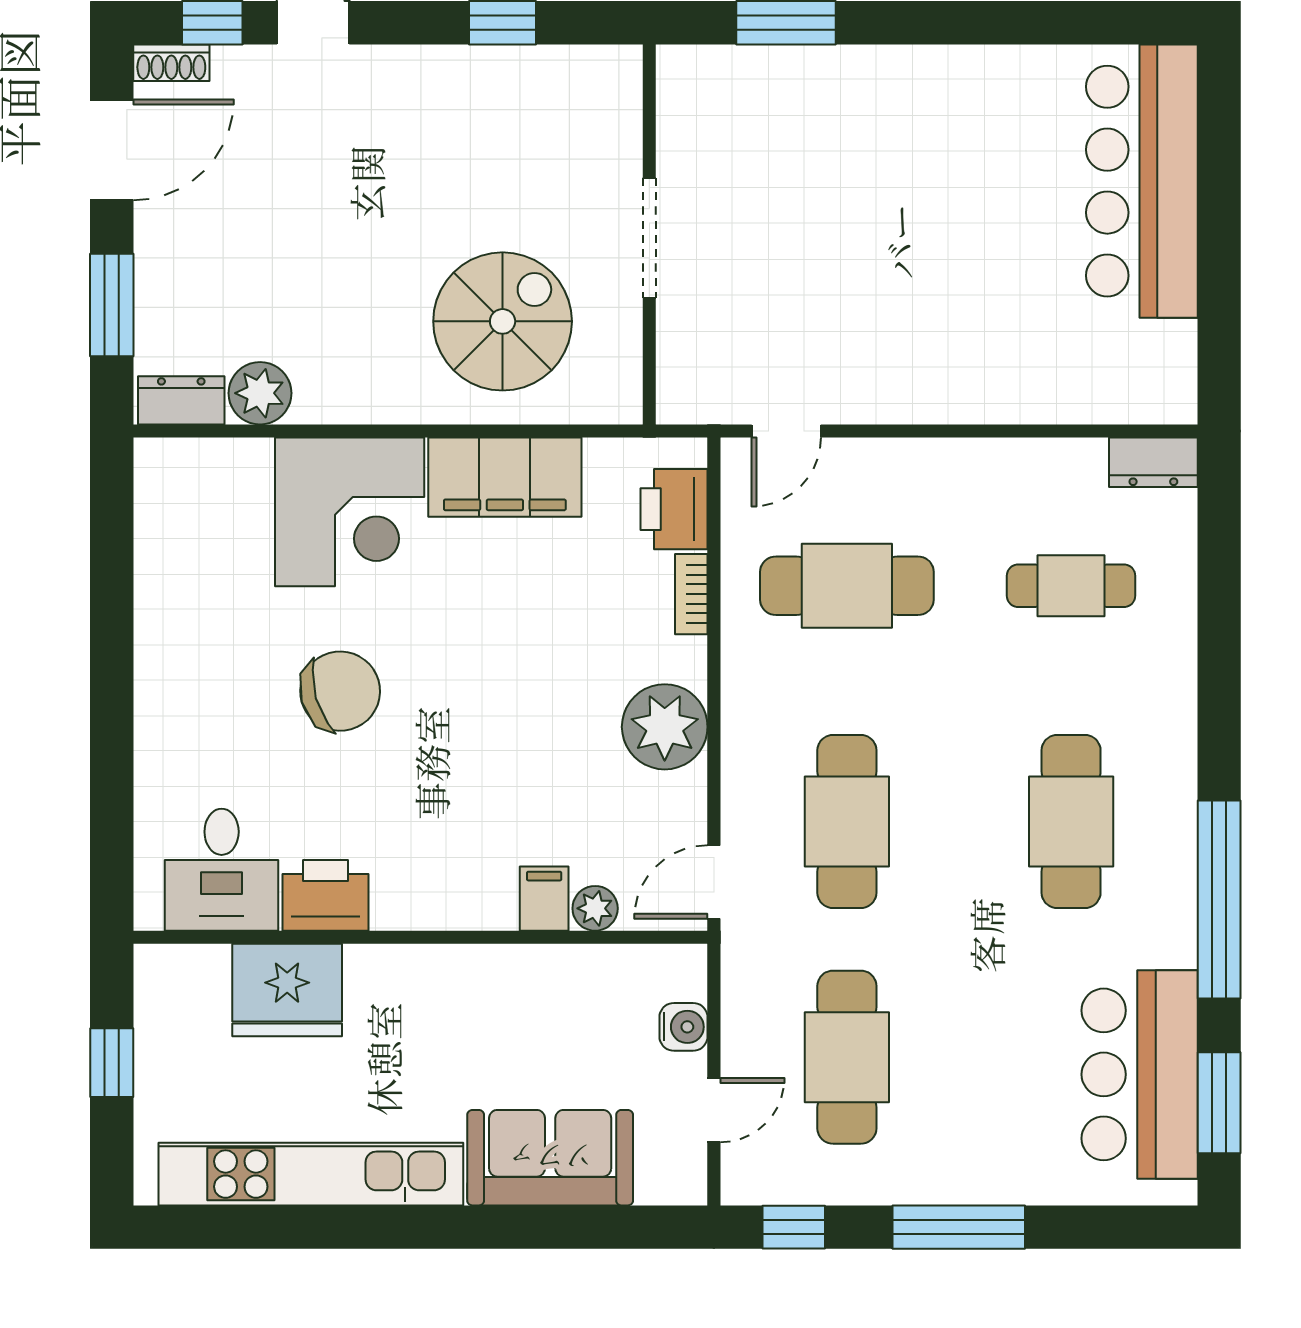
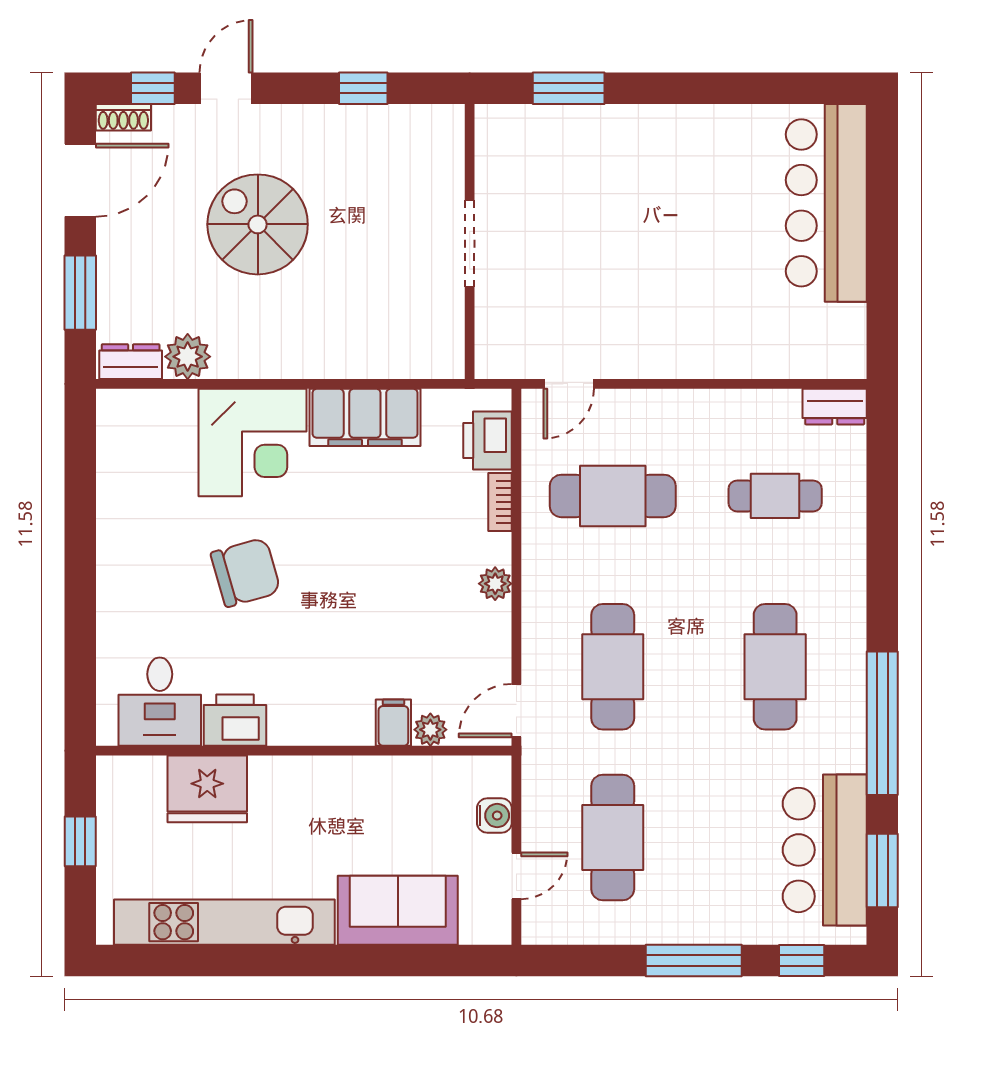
spiral stairs: (503, 321) -> (258, 224), moved, turned -90
plant: (665, 727) -> (495, 584), width x0.53, depth x0.53
window: (794, 1227) -> (802, 961), moved

